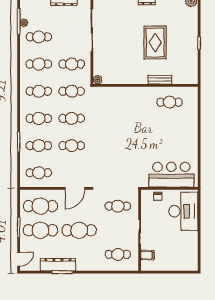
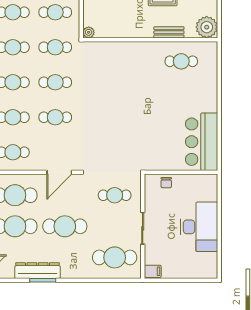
plant: (189, 76) -> (207, 27), added
bar counter: (171, 175) -> (202, 142), moved, turned -90
desk: (183, 211) -> (199, 227), moved
cafe table: (118, 254) -> (115, 257), width x1.37, depth x1.35
filing cabinet: (147, 255) -> (153, 271), moved

